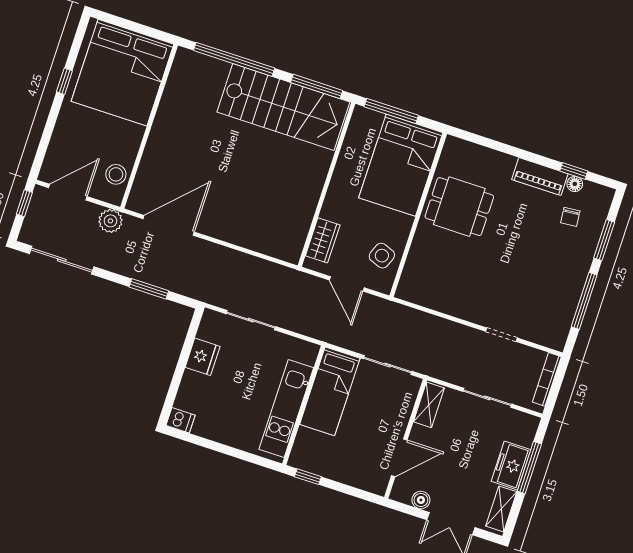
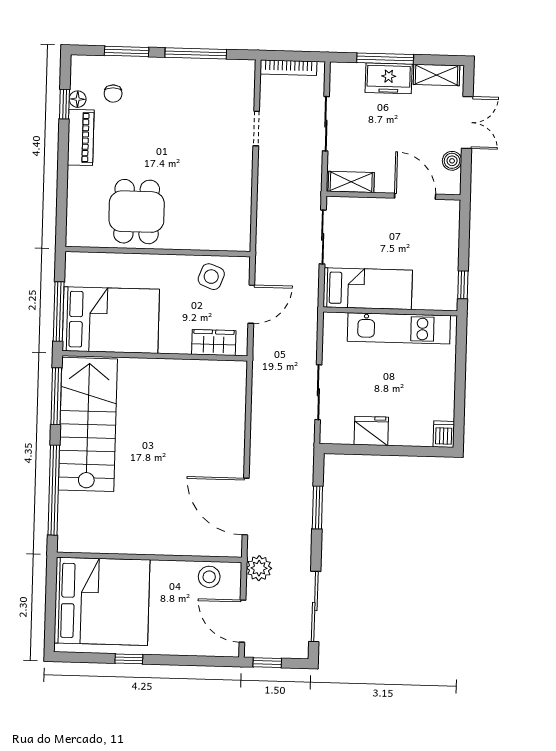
bed: (401, 165) -> (111, 320), moved
chair: (570, 217) -> (113, 94), turned 95

